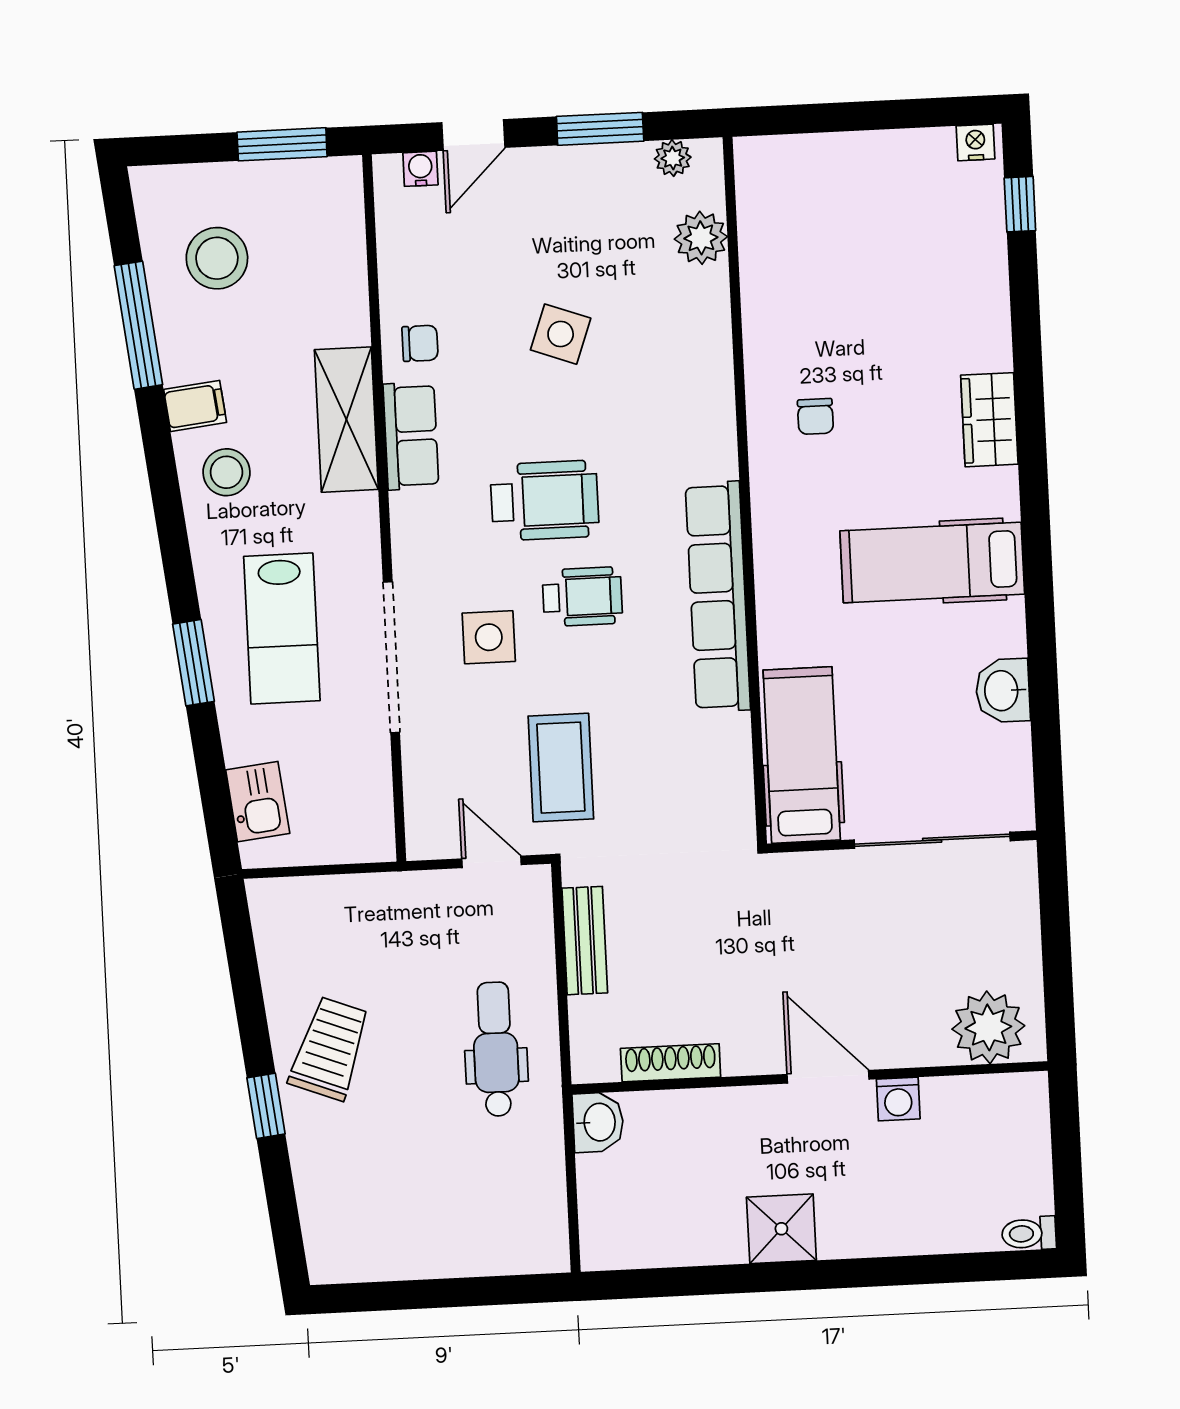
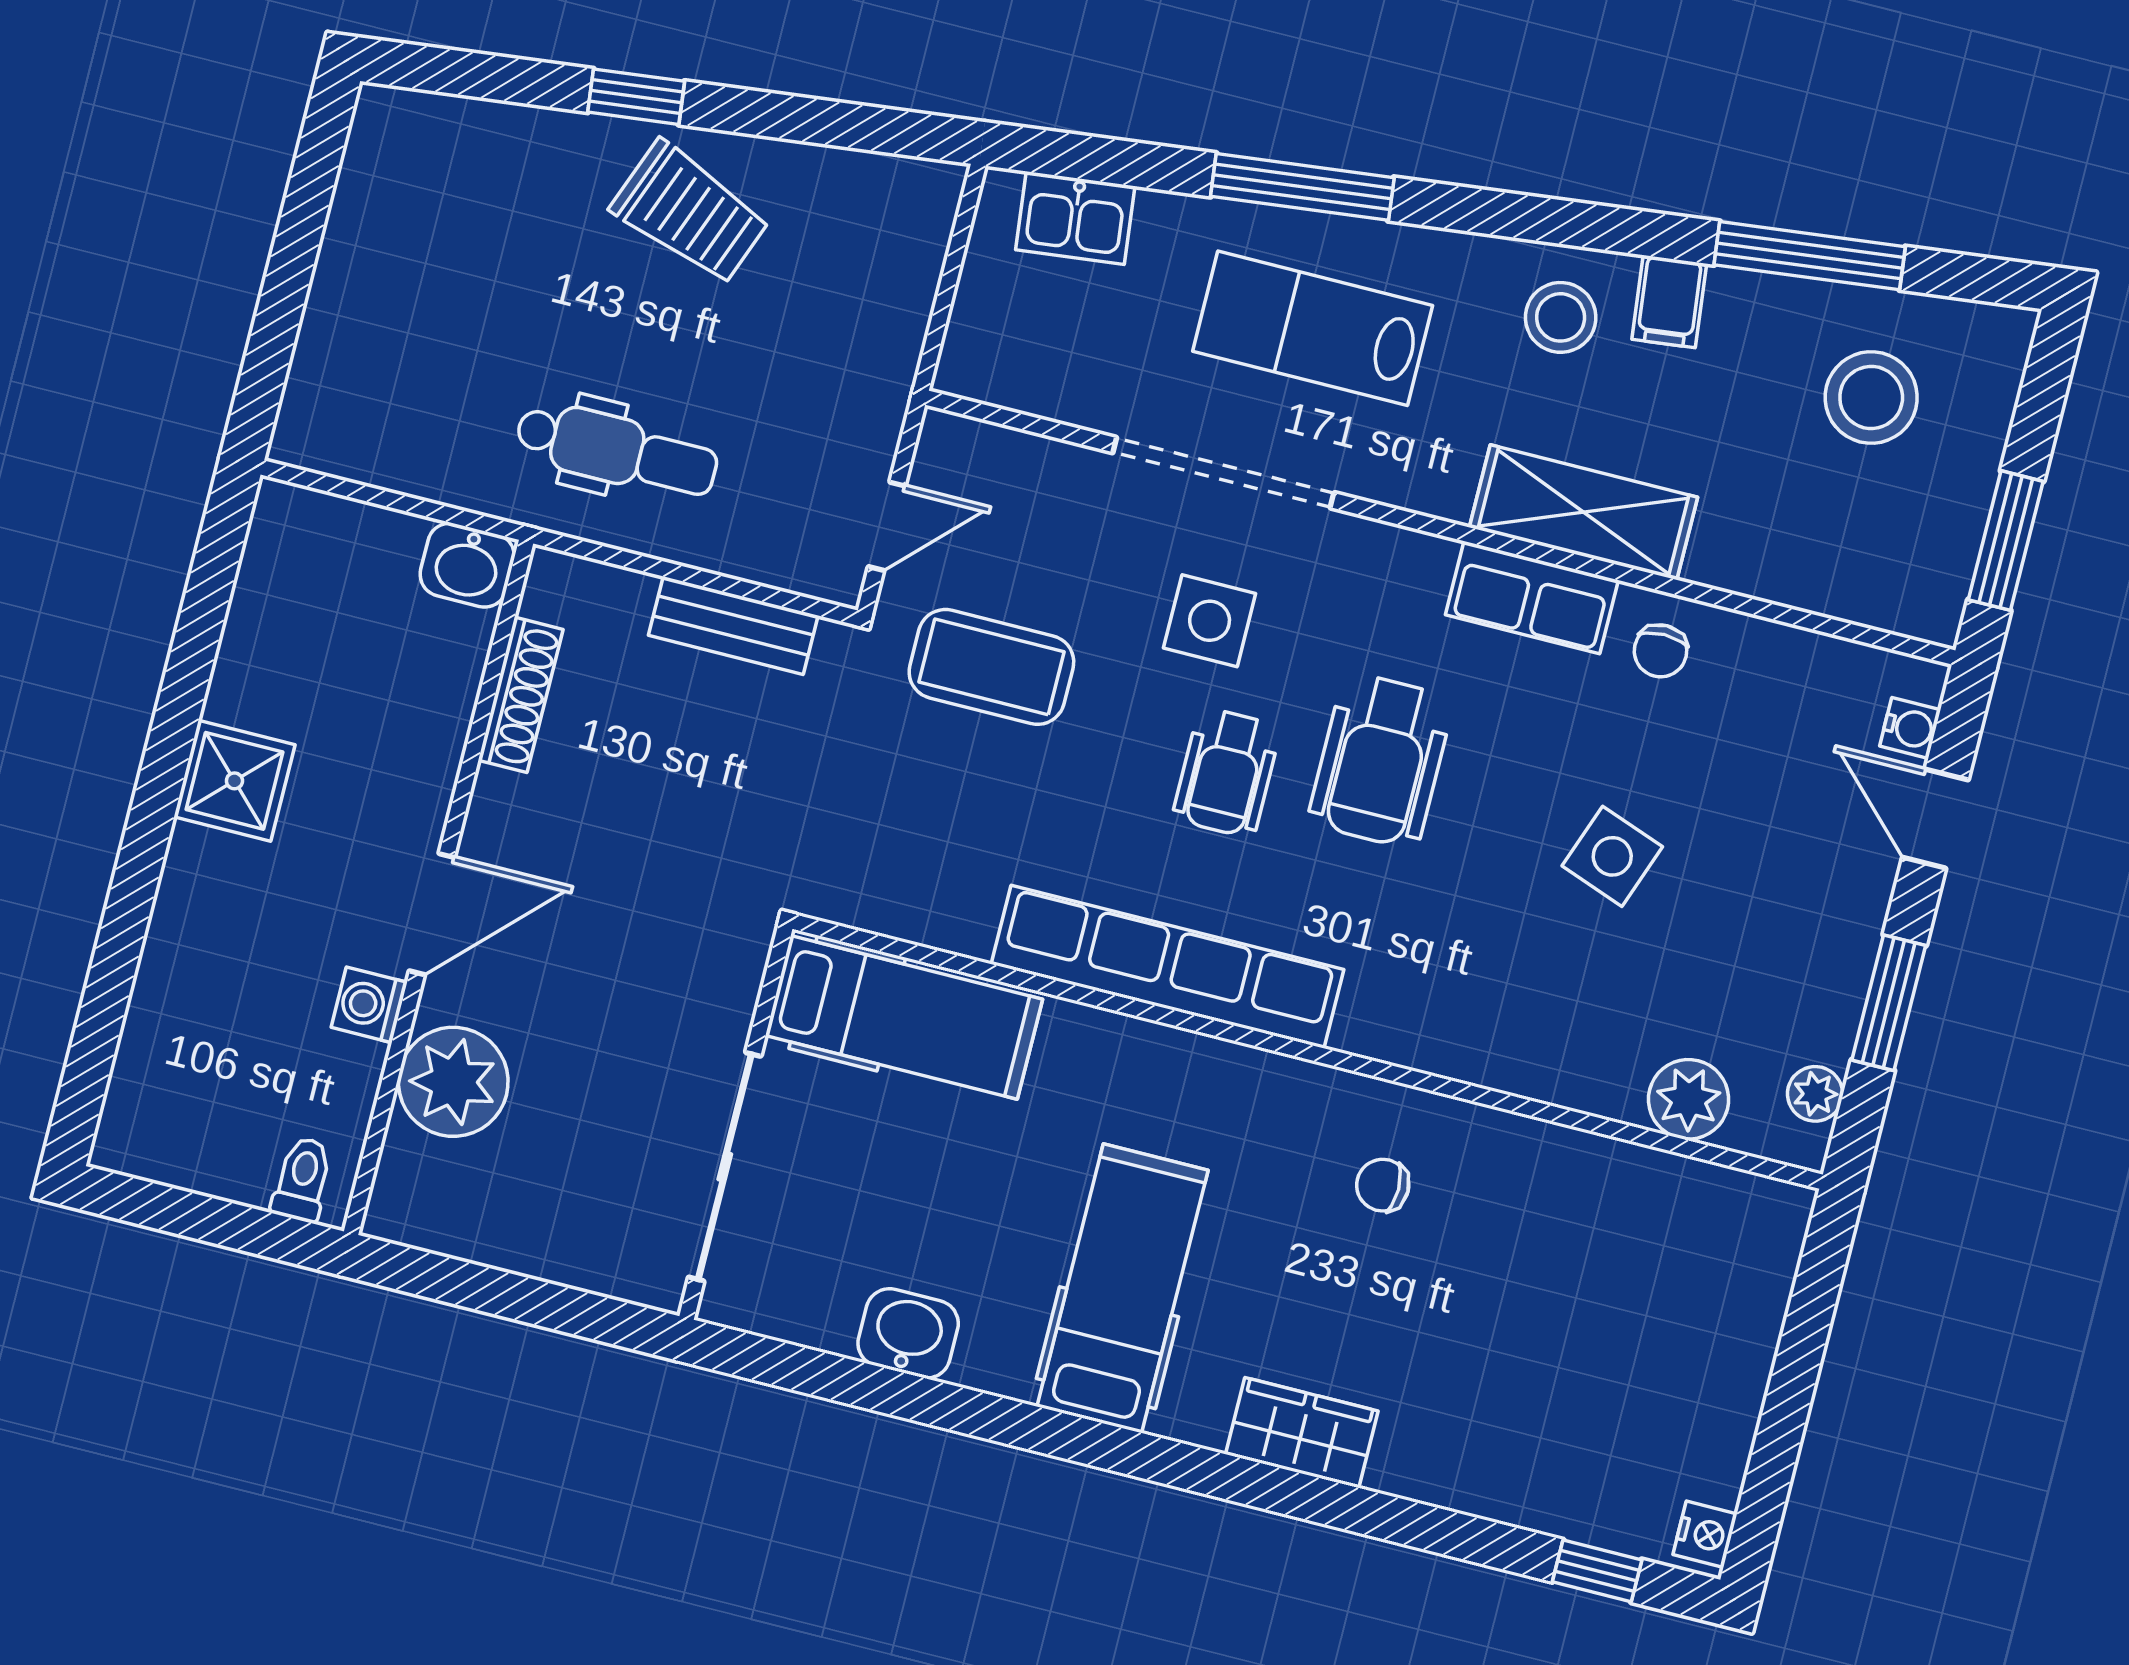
window: (194, 663) -> (1302, 187), width x1.44
plant: (988, 1027) -> (453, 1082), moved
toilet: (1029, 1234) -> (302, 1179), moved

